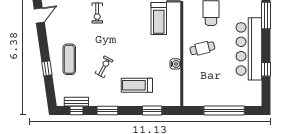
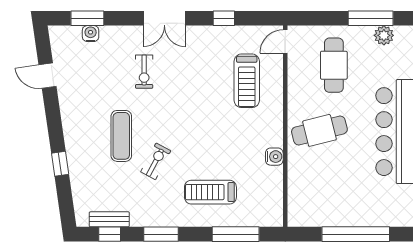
door: (39, 15) -> (47, 76), swing flipped
cafe table: (202, 48) -> (319, 130), width x1.37, depth x1.35
exercise mat: (69, 59) -> (121, 136), moved
window: (152, 111) -> (236, 234), width x1.44

